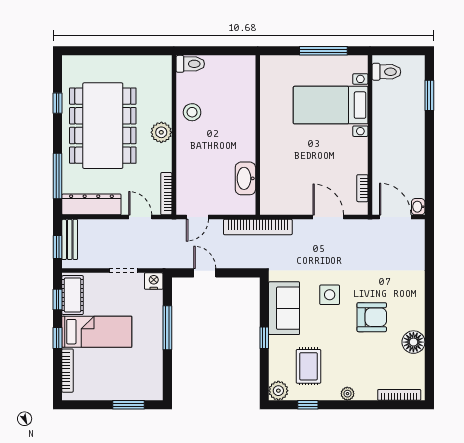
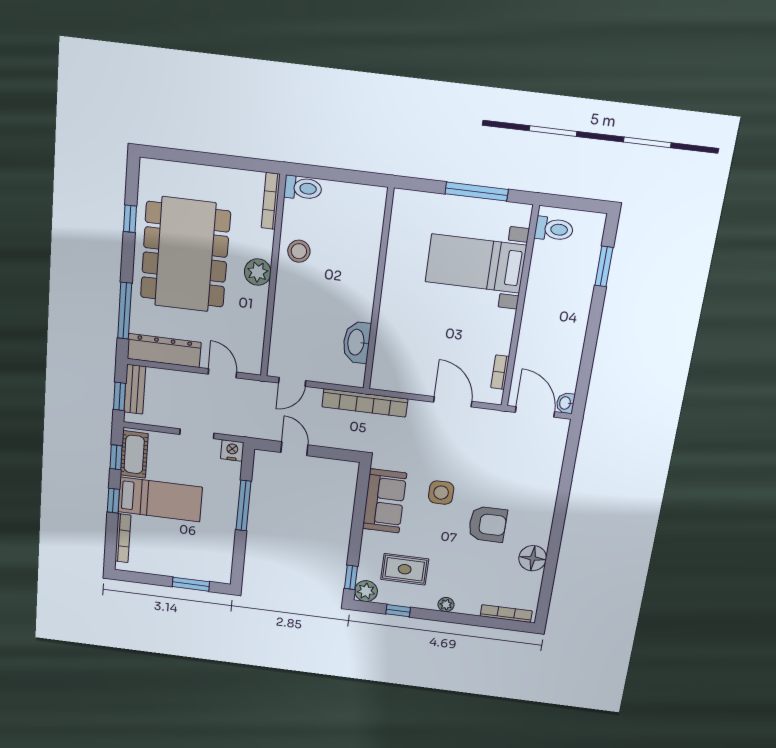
bookcase: (166, 194) -> (271, 201), moved
window: (264, 338) -> (351, 577), moved
rug: (308, 366) -> (405, 569), turned 90

